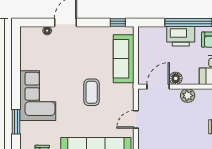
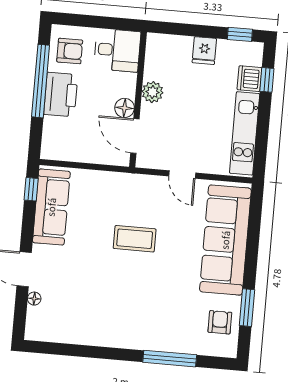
sofa: (124, 59) -> (51, 207), moved, turned -90
corner sofa: (38, 96) -> (132, 322), removed
window: (16, 122) -> (170, 359), width x1.44

